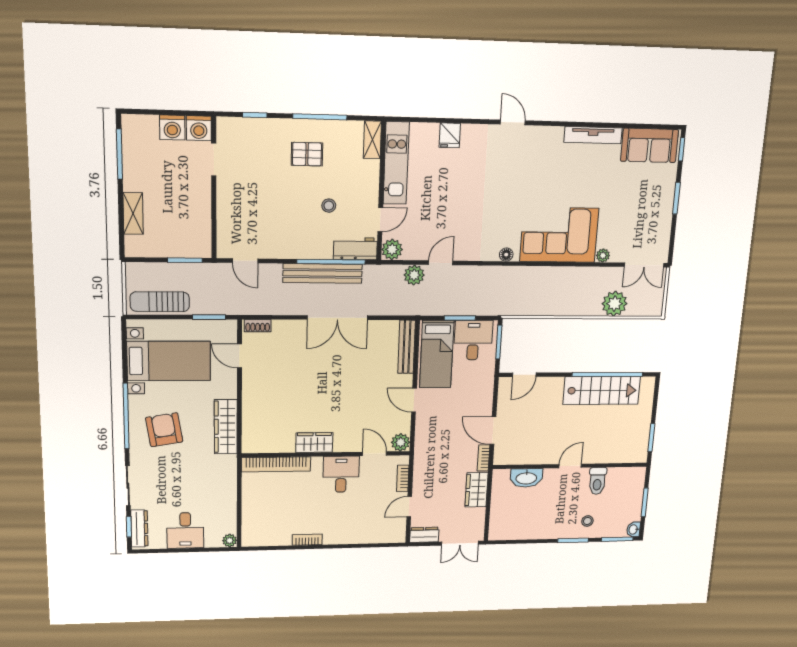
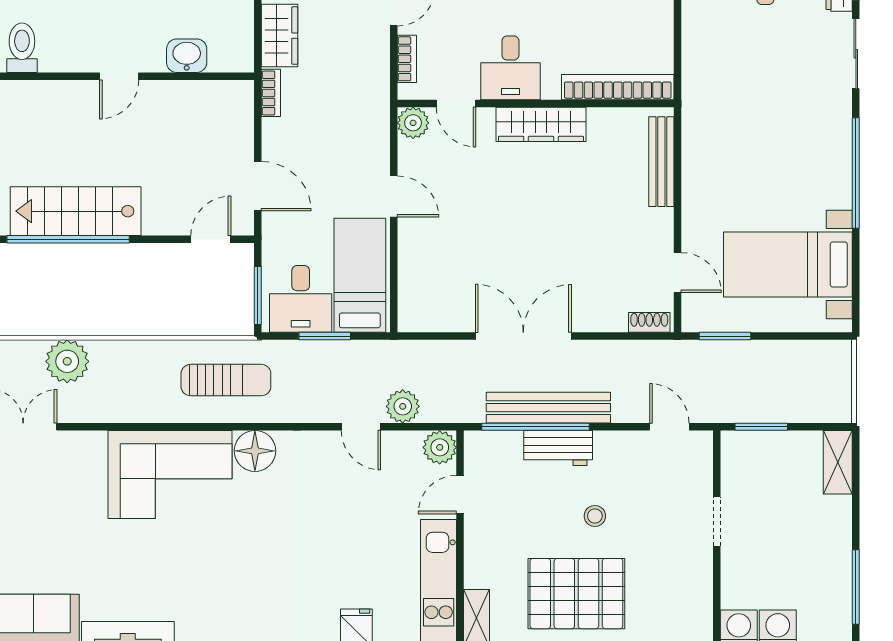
pallet: (307, 154) -> (576, 594), width x2.05, depth x2.00
doorway: (214, 159) -> (717, 522), moved
stool: (329, 206) -> (595, 516), moved
shelving: (133, 213) -> (838, 462), moved
workbench: (355, 249) -> (558, 448), moved
floor lamp: (506, 255) -> (255, 451), width x1.89, depth x1.89
plant: (603, 255) -> (94, 442), removed
door: (441, 263) -> (361, 427), hinge flipped
sun lounger: (160, 302) -> (226, 380), moved
bench: (407, 347) -> (661, 162), moved
wardrobe: (226, 427) -> (699, 153), removed
armchair: (164, 430) -> (797, 149), removed
door: (493, 431) -> (258, 186), moved
wardrobe: (314, 443) -> (541, 124), width x1.50
washbasin: (526, 478) -> (187, 56), width x0.72
toilet: (597, 481) -> (22, 48), moved

